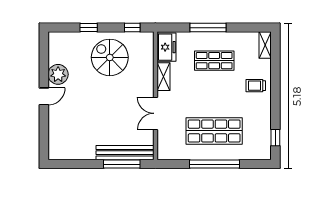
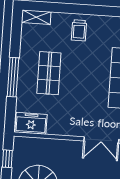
shelving: (163, 77) -> (62, 129), removed

